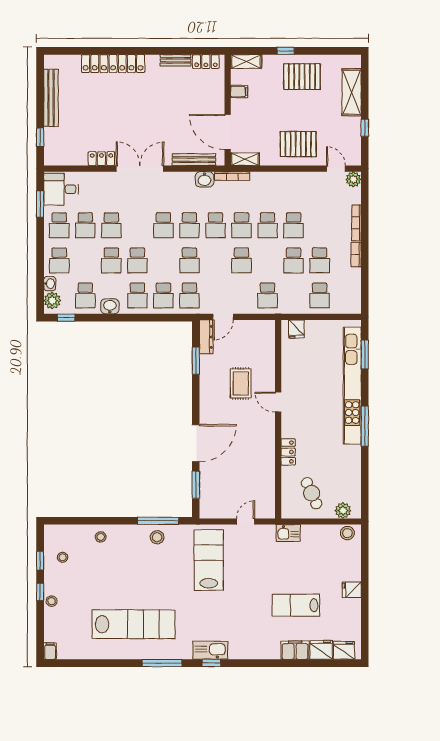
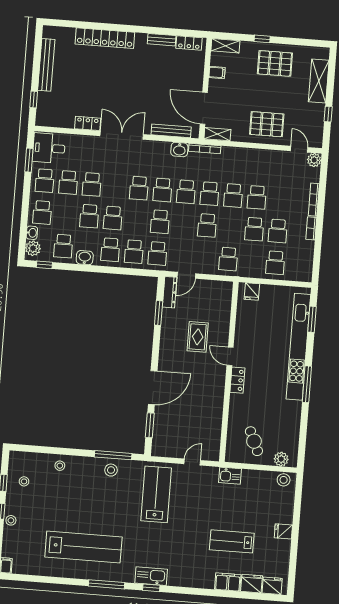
locker: (288, 452) -> (237, 380), moved

